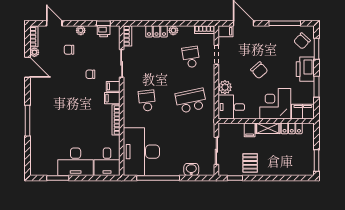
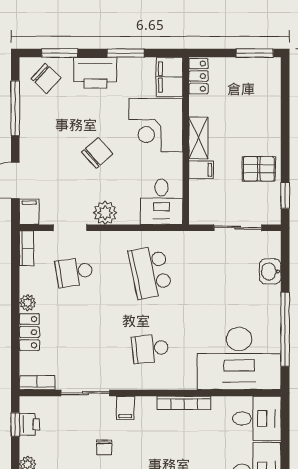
plant: (225, 87) -> (105, 213), moved
filing cabinet: (112, 98) -> (146, 409), removed
locker: (292, 128) -> (198, 76), moved

